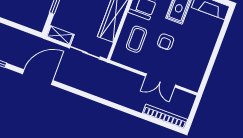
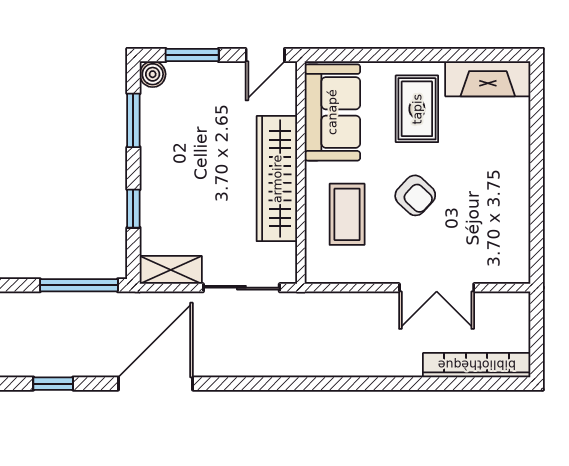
window: (22, 28) -> (79, 285), added
armchair: (166, 42) -> (415, 195), turned -47

